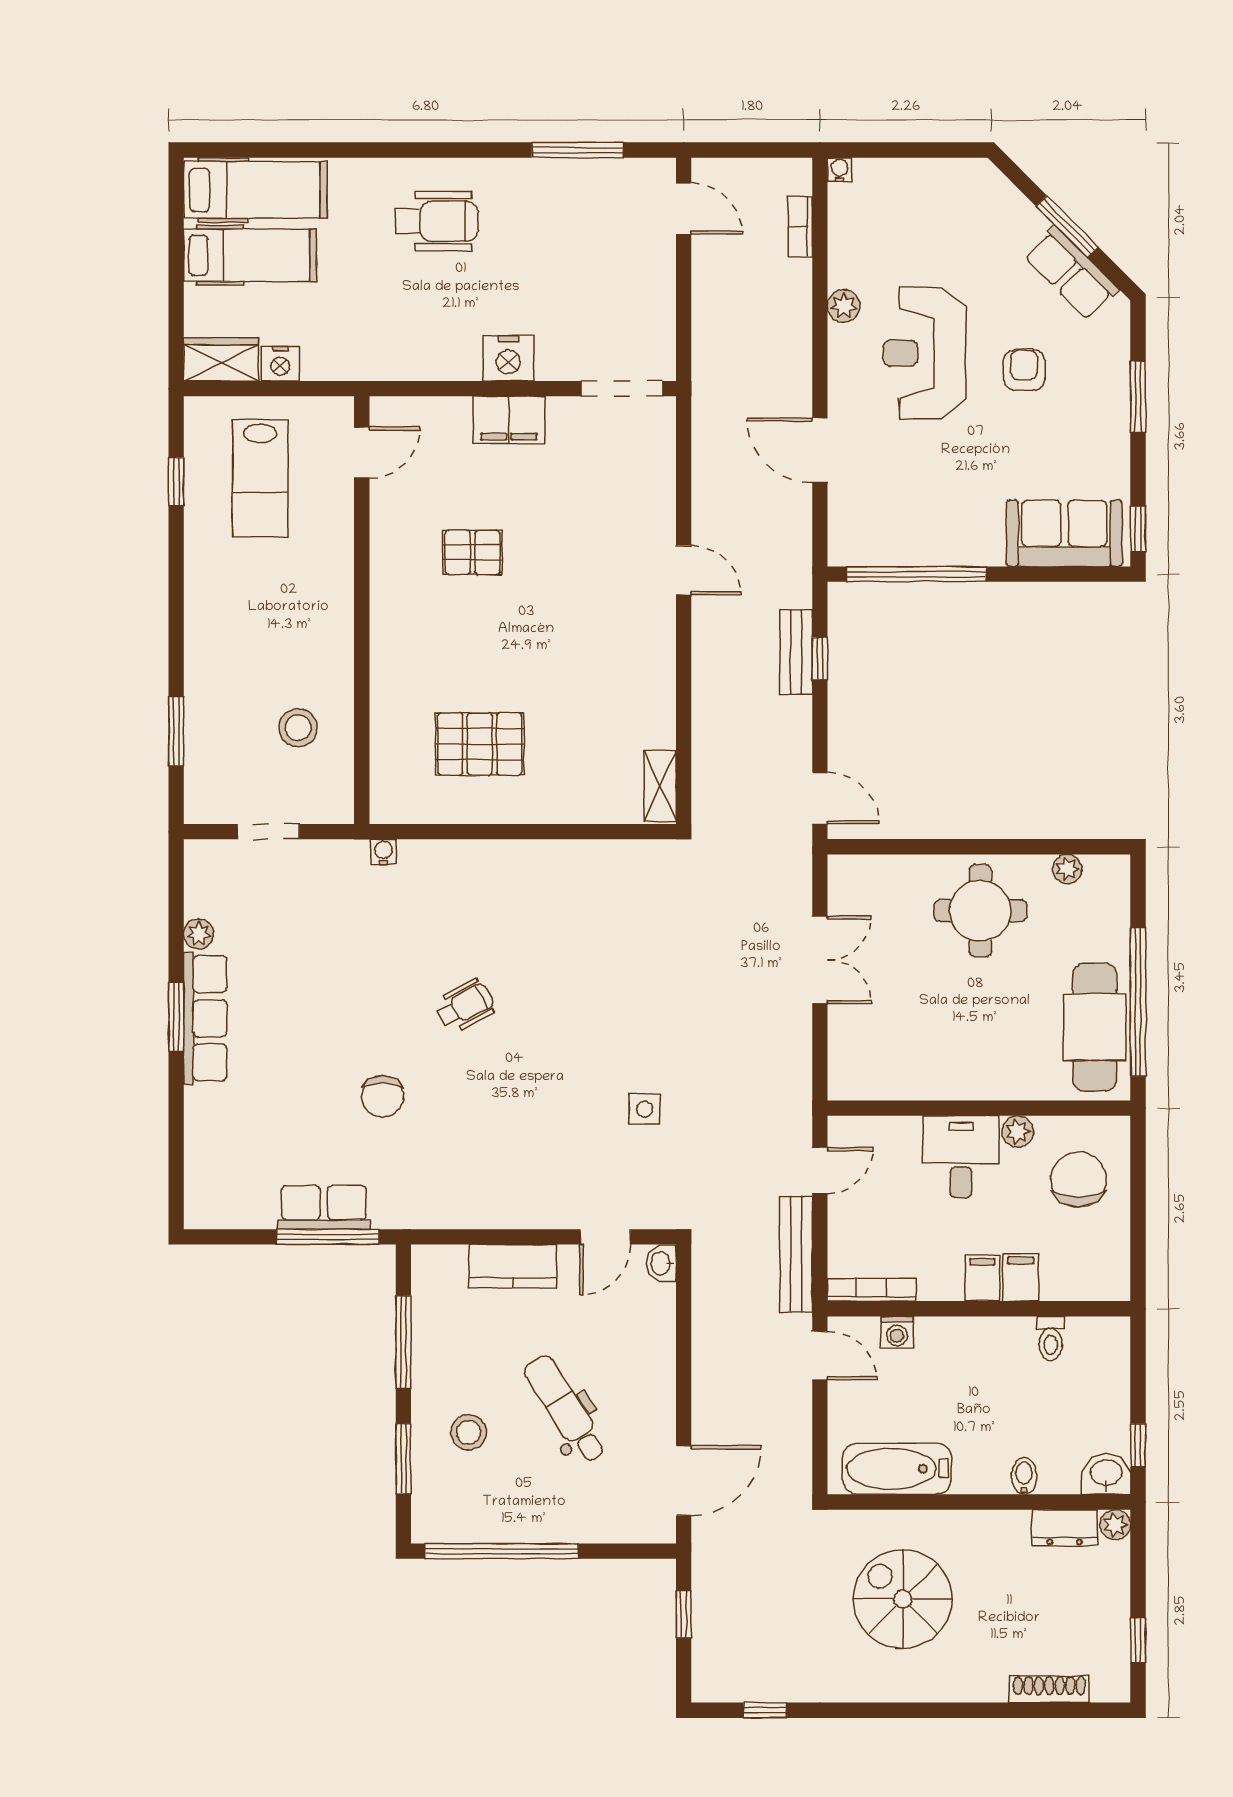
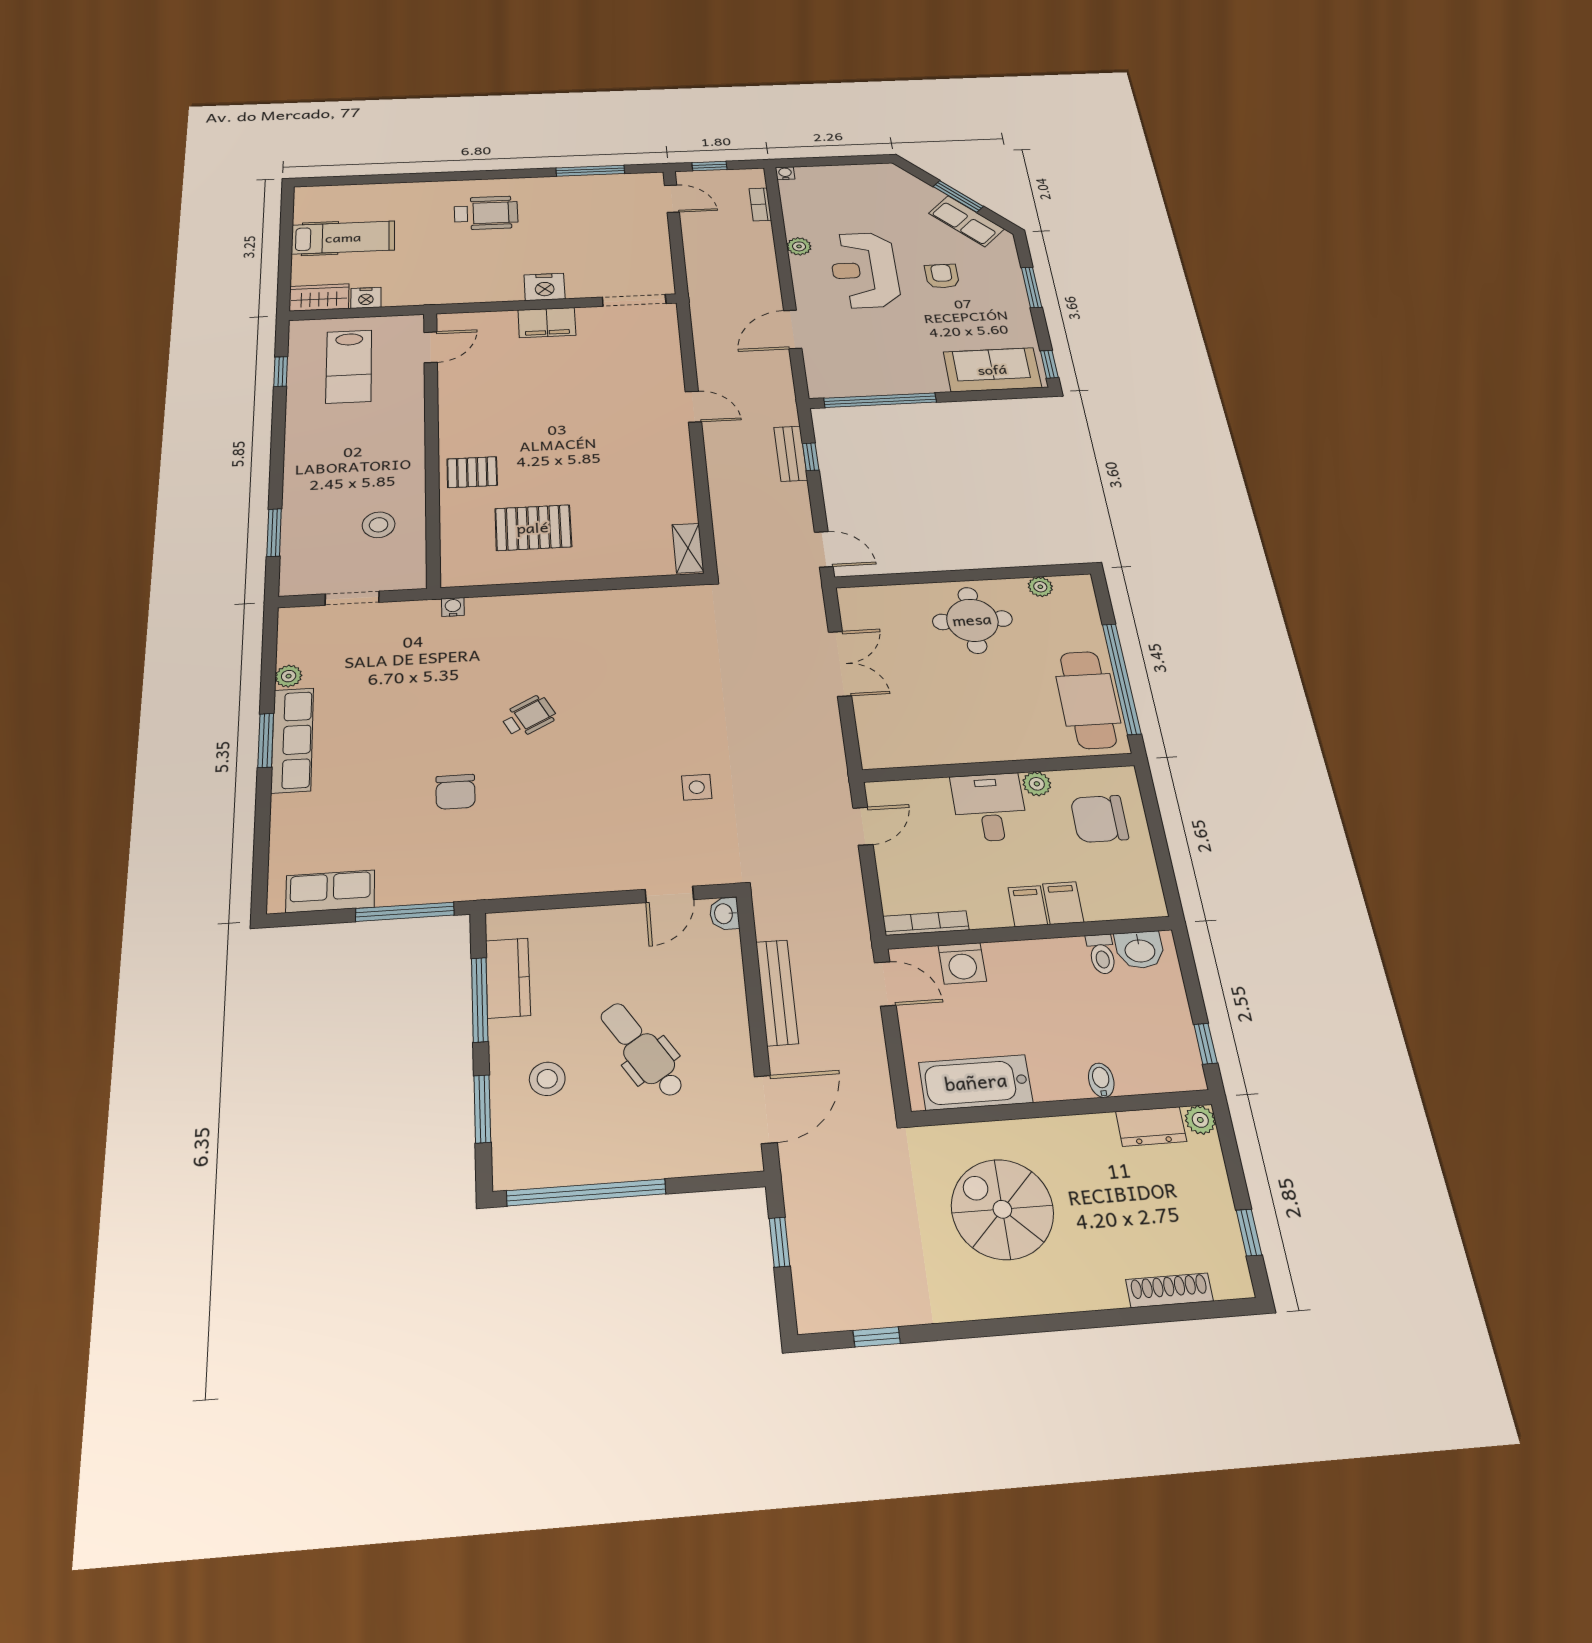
window: (739, 150) -> (709, 166), added
hospital bed: (255, 190) -> (348, 202), removed
door: (820, 450) -> (793, 329), hinge flipped
pallet: (473, 552) -> (472, 472), moved
chair: (1079, 1180) -> (1099, 819), turned -90
row of seats: (324, 1207) -> (330, 891), moved
bench: (796, 1254) -> (777, 992), moved
kitchen counter: (513, 1266) -> (508, 978), moved, turned -90
washing machine: (897, 1332) -> (962, 963), width x1.38, depth x1.38
washbasin: (1106, 1474) -> (1140, 950), moved, turned 180

